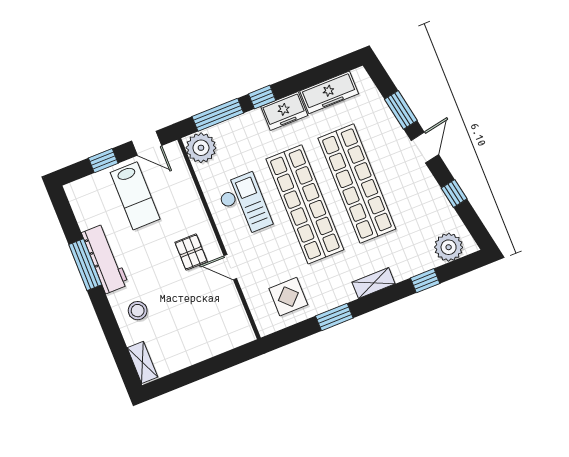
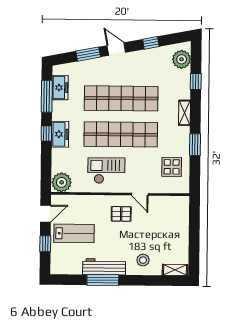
freezer: (329, 92) -> (60, 88), width x0.71
freezer: (284, 111) -> (60, 134), moved
window: (218, 115) -> (47, 96), moved
door: (230, 267) -> (140, 194), hinge flipped

